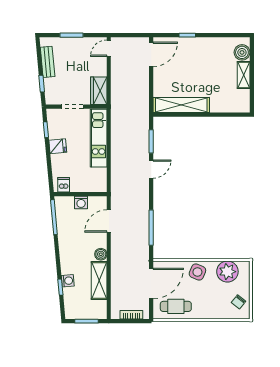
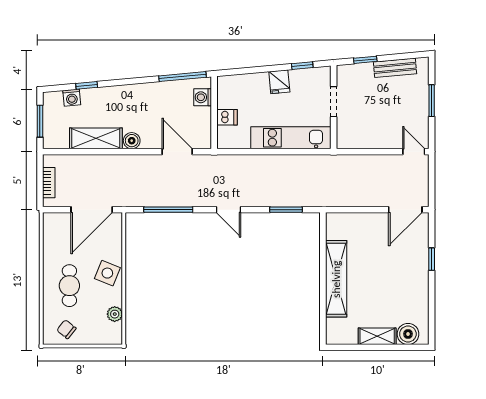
door: (151, 54) -> (405, 210), hinge flipped
wardrobe: (99, 91) -> (355, 138), removed
shelving: (181, 105) -> (336, 279), moved
door: (151, 169) -> (228, 210), moved
dishwasher: (64, 185) -> (227, 117), moved
washing machine: (81, 202) -> (203, 97), moved
plant: (227, 272) -> (115, 314), width x0.53, depth x0.53
washing machine: (68, 281) -> (72, 98), moved
door: (151, 283) -> (92, 210), hinge flipped
cafe table: (176, 306) -> (69, 286), moved

